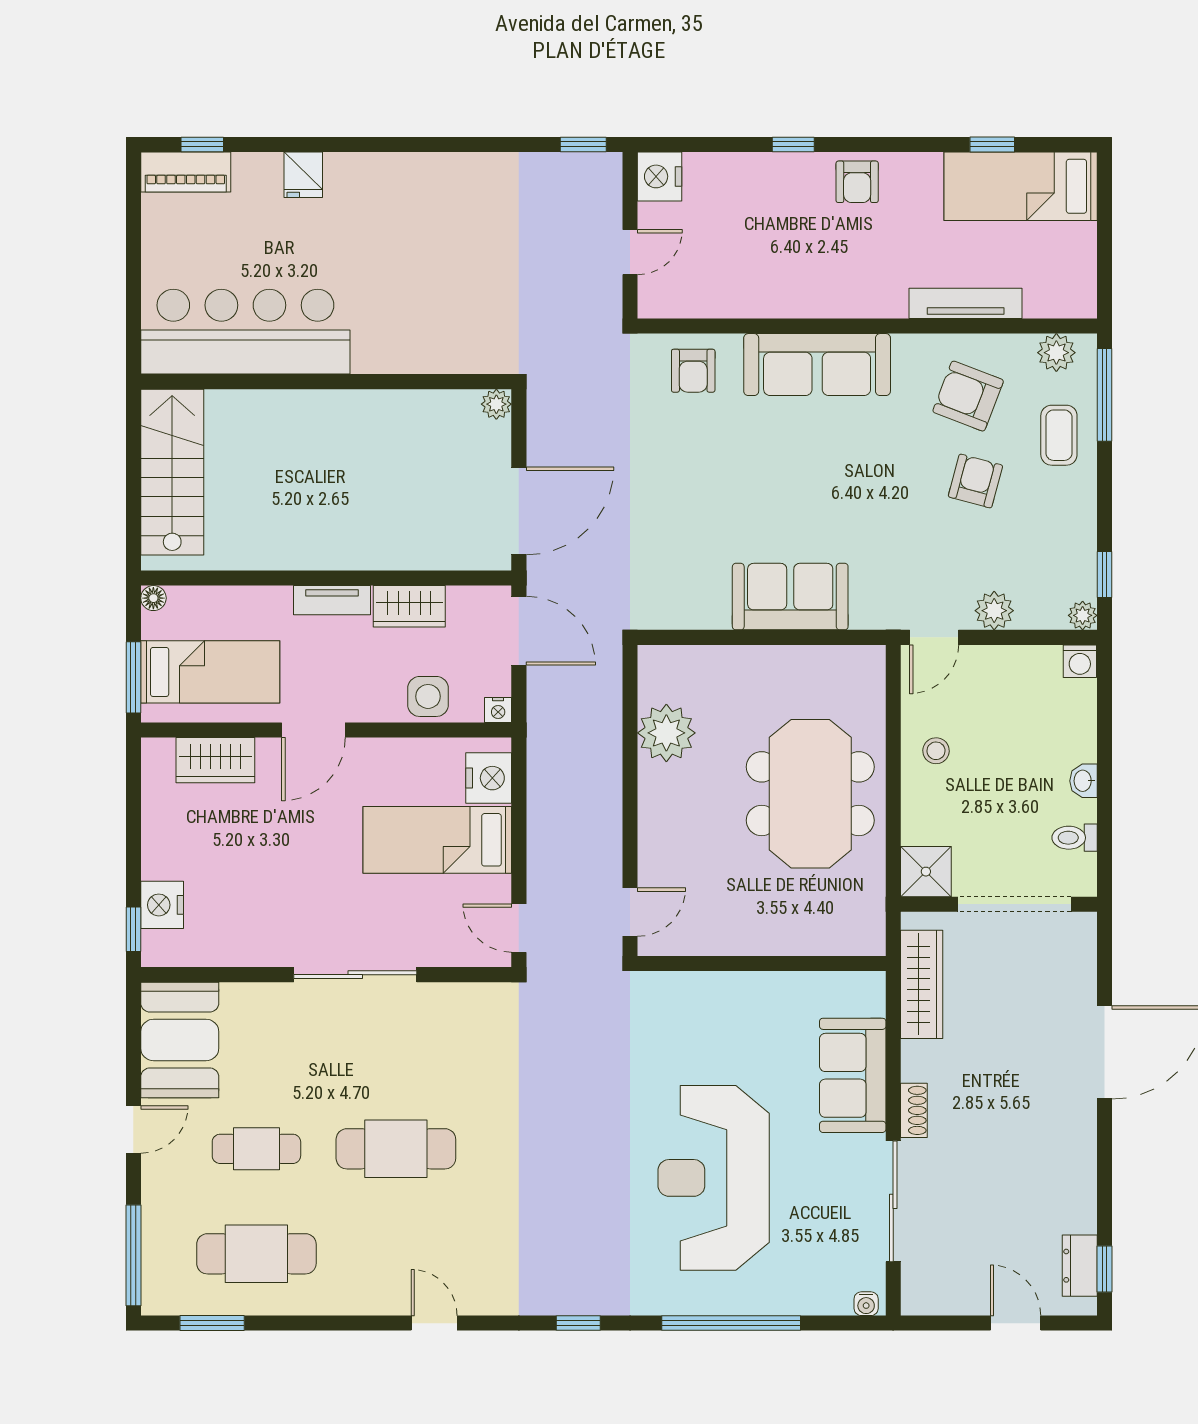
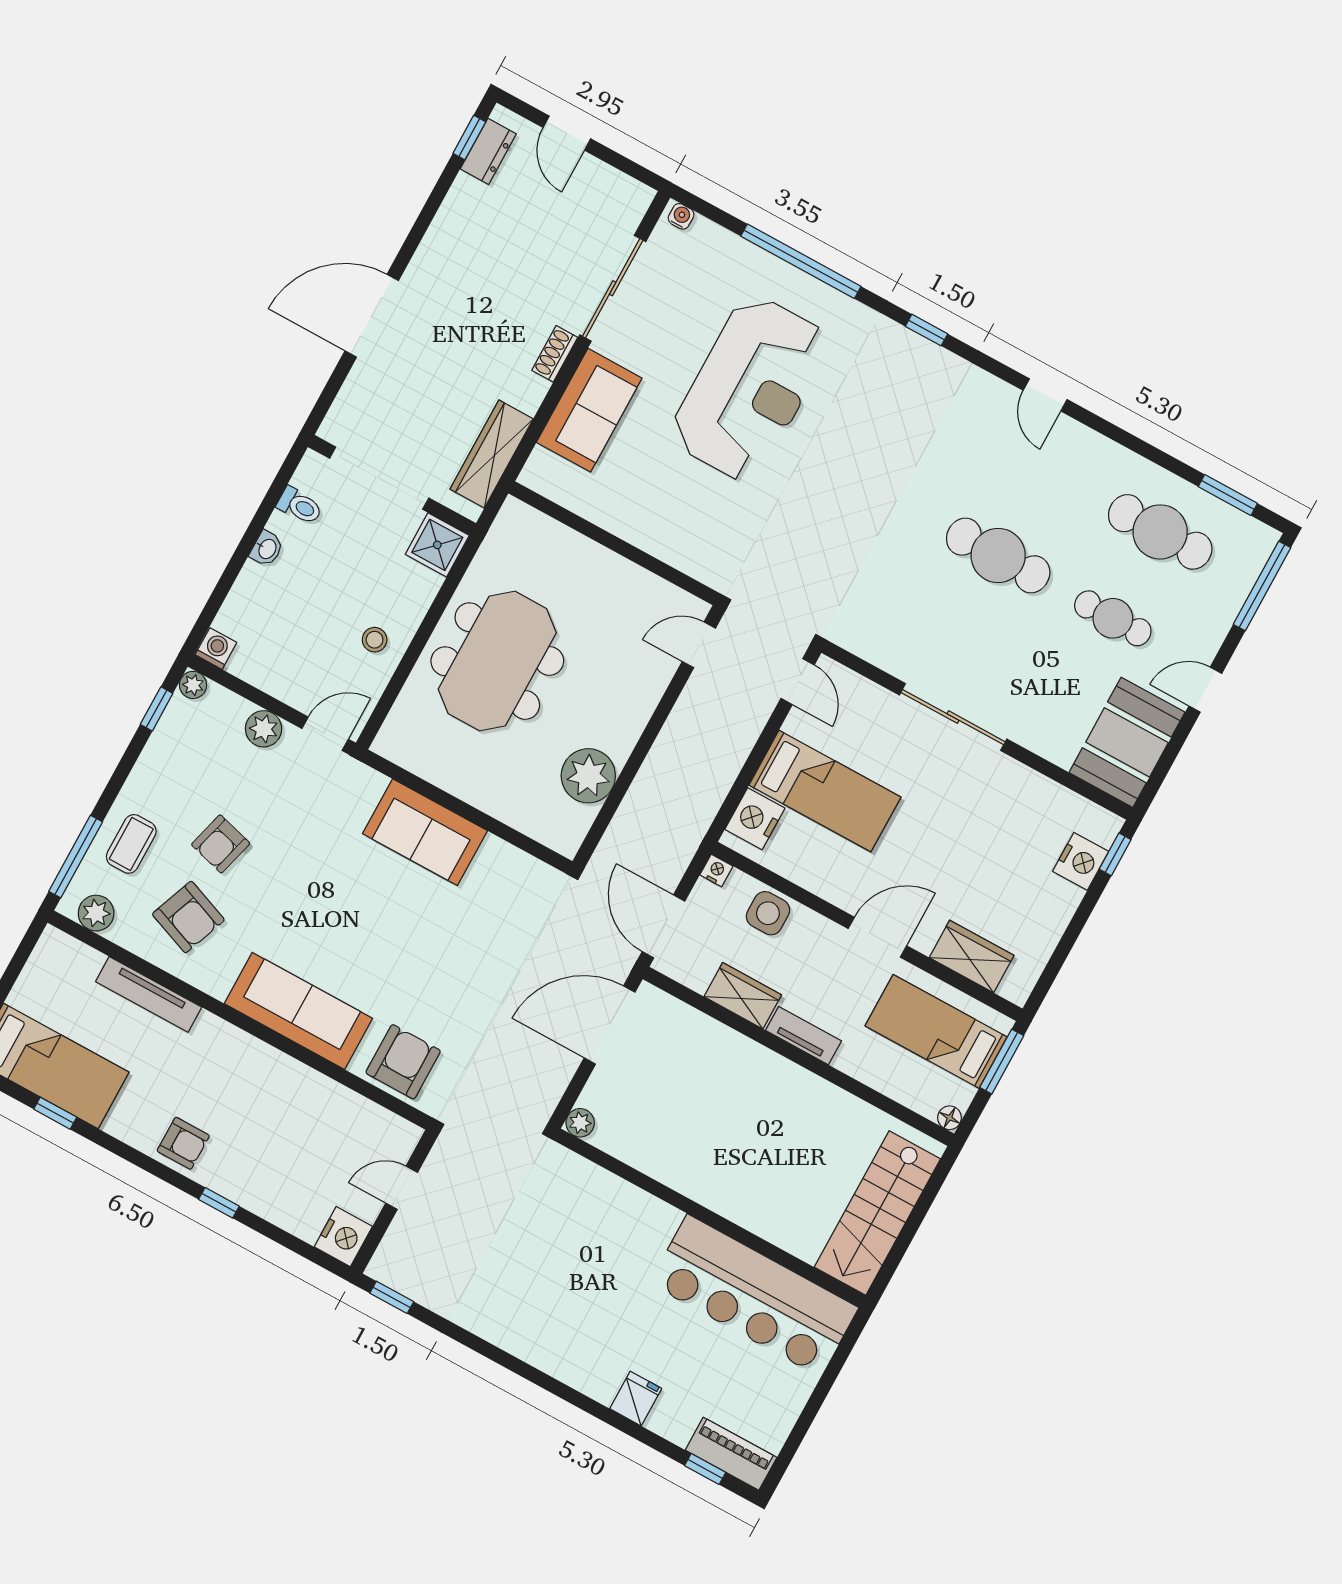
armchair: (857, 182) -> (183, 1143), turned 90
armchair: (693, 371) -> (403, 1062), width x1.38, depth x1.38

